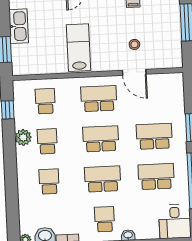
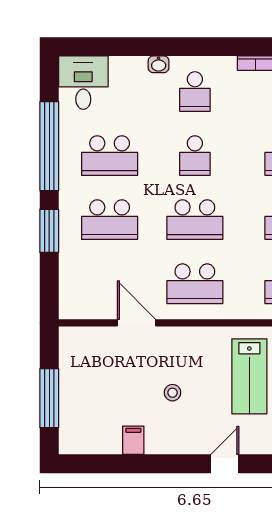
stool: (134, 44) -> (172, 393), moved
lab bench: (79, 48) -> (249, 376), moved
school desk: (103, 179) -> (195, 156), width x0.54

